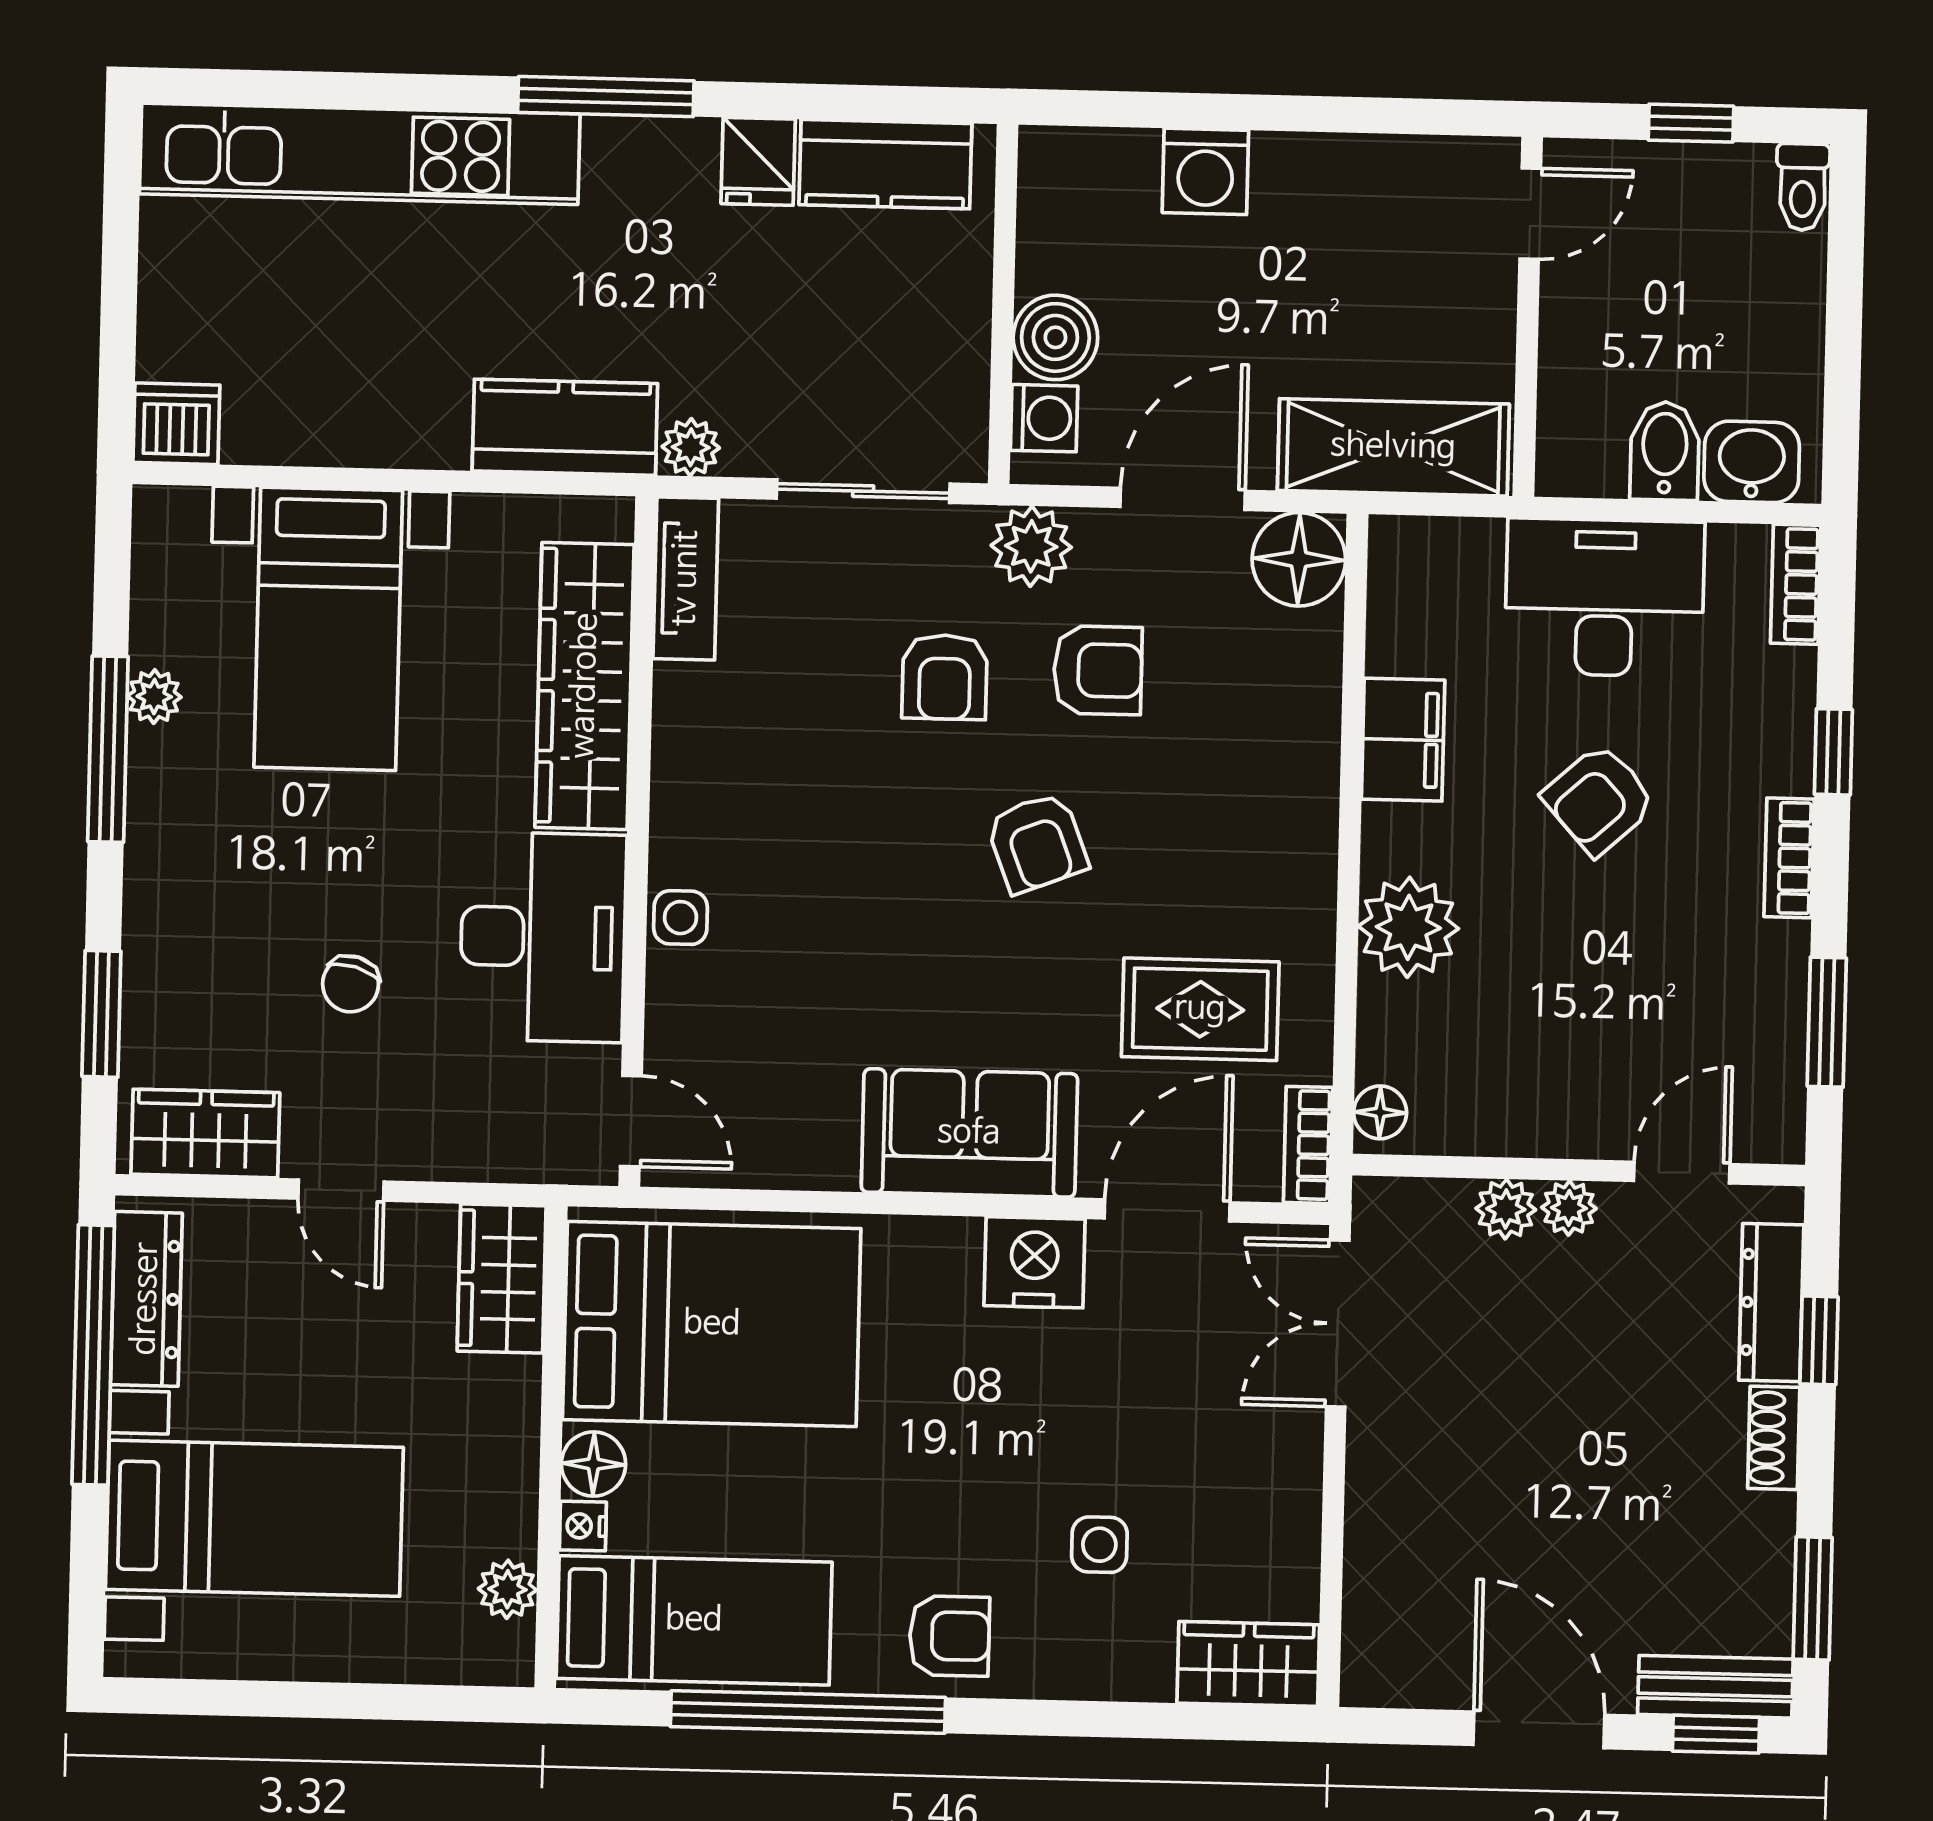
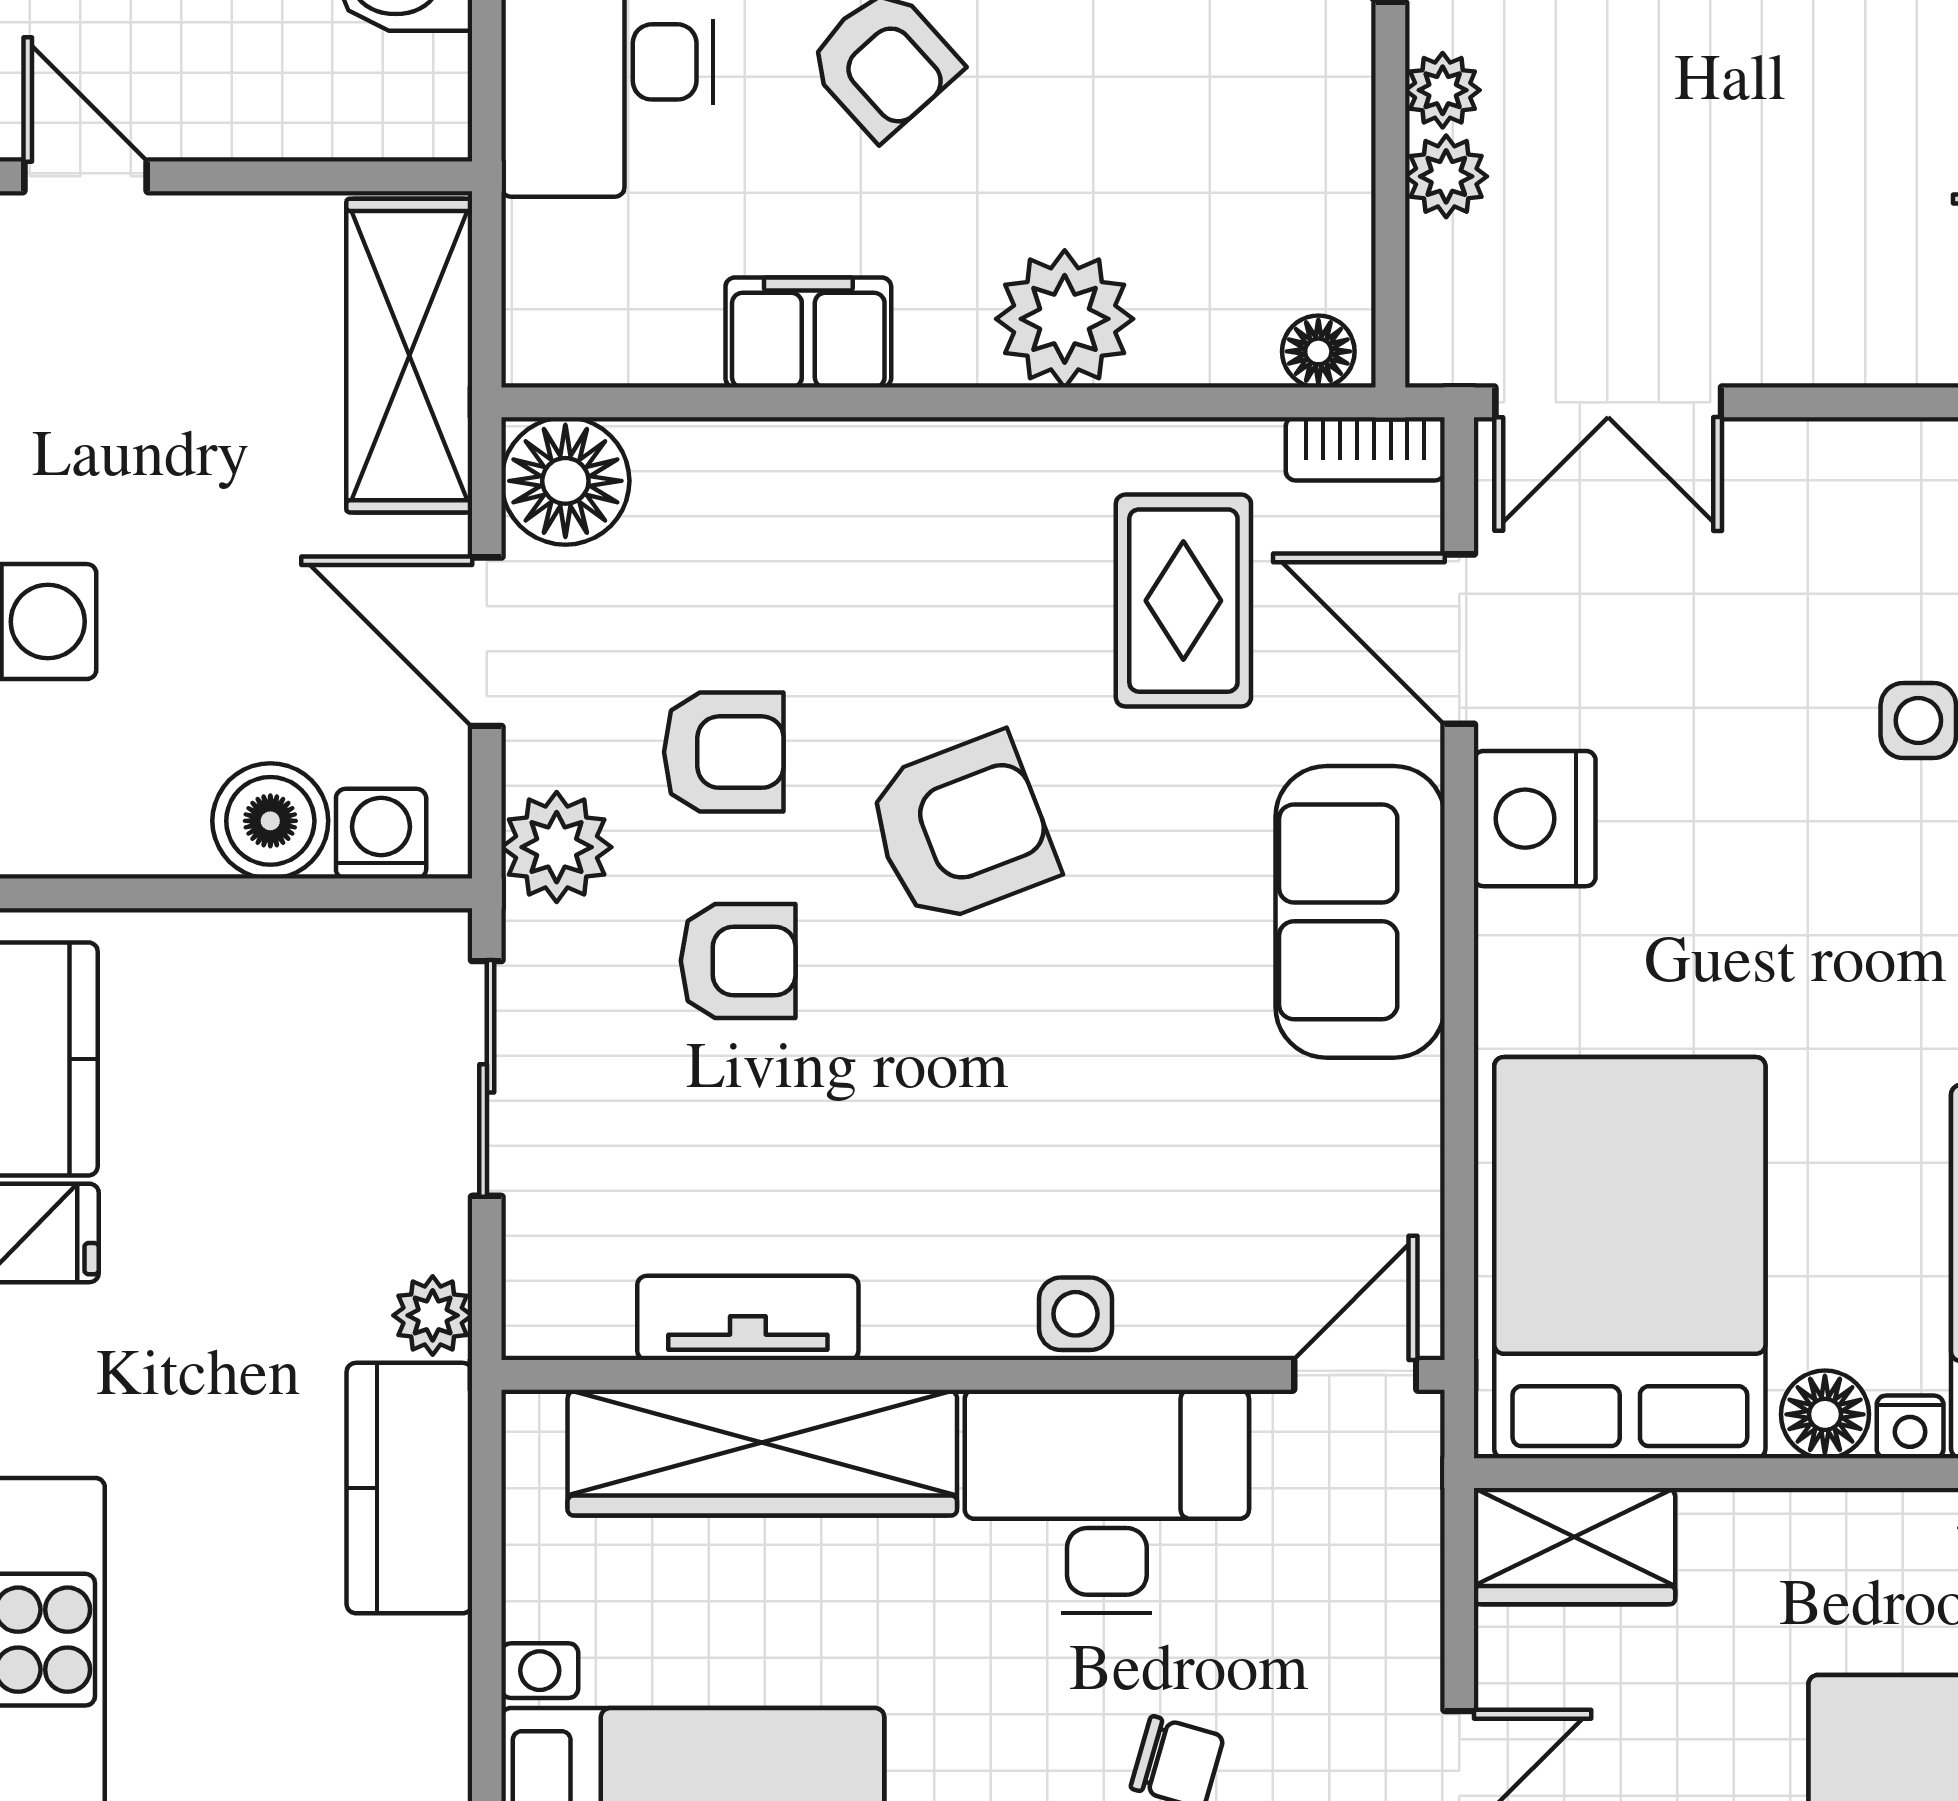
tv unit: (686, 578) -> (748, 1318), moved
armchair: (1098, 670) -> (724, 752), turned 90
armchair: (1037, 843) -> (961, 829), width x1.38, depth x1.38

